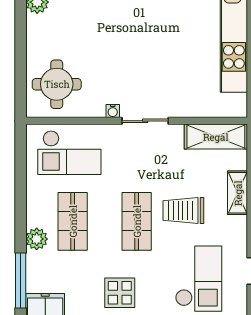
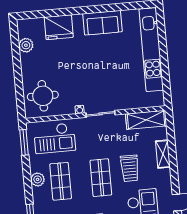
window: (21, 155) -> (24, 142), added
trolley: (183, 210) -> (130, 168), turned -90
plant: (37, 239) -> (38, 179), moved

